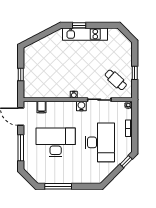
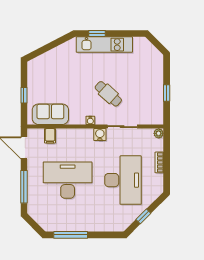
cafe table: (116, 80) -> (108, 94), moved
sofa: (42, 90) -> (50, 114), added
window: (126, 162) -> (143, 216), moved

